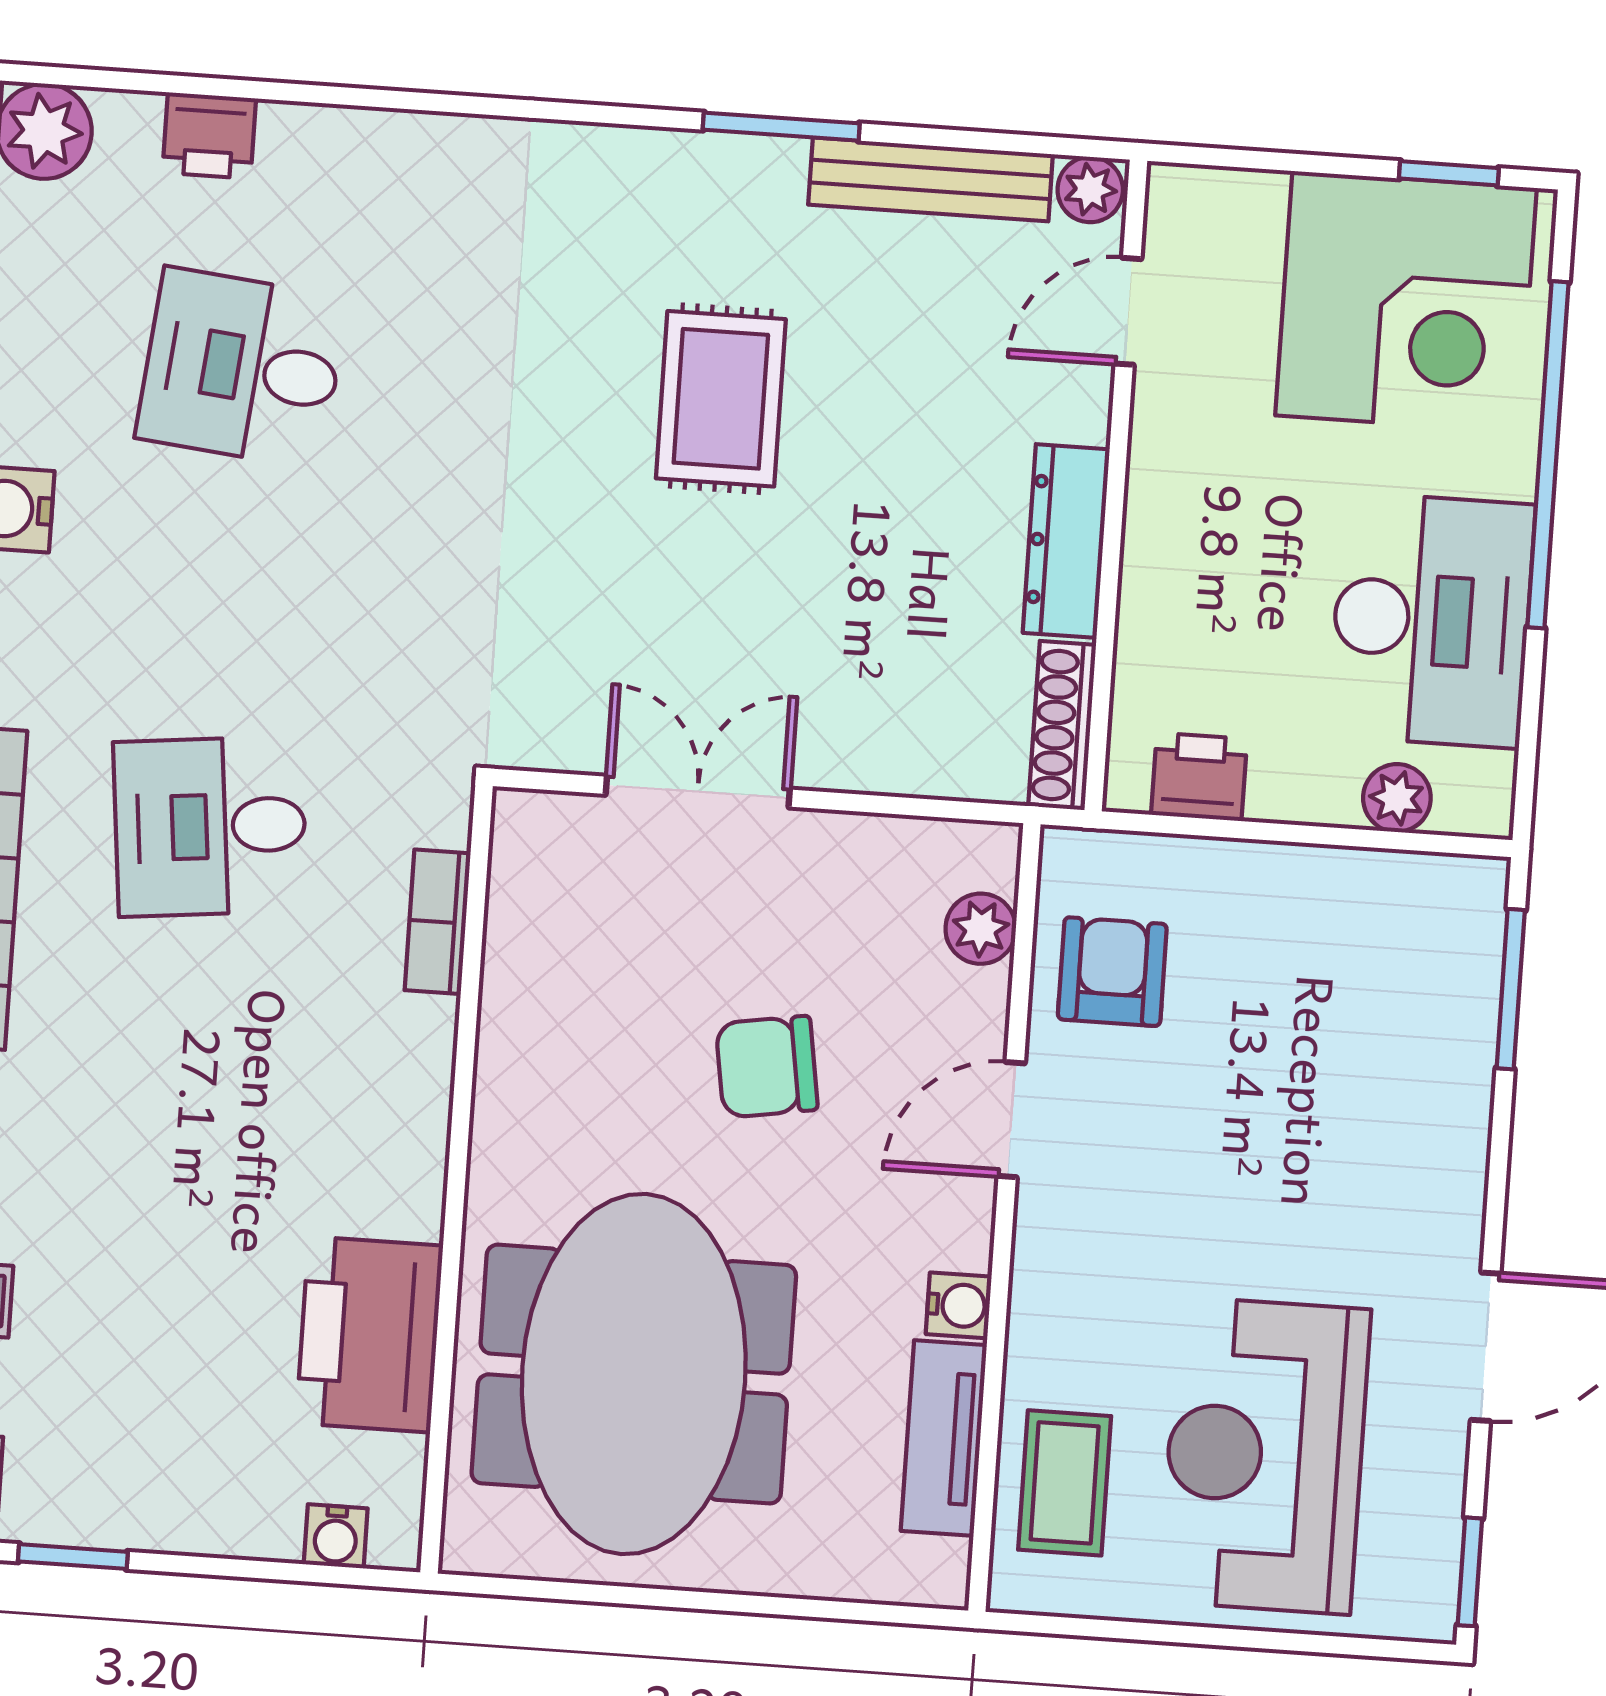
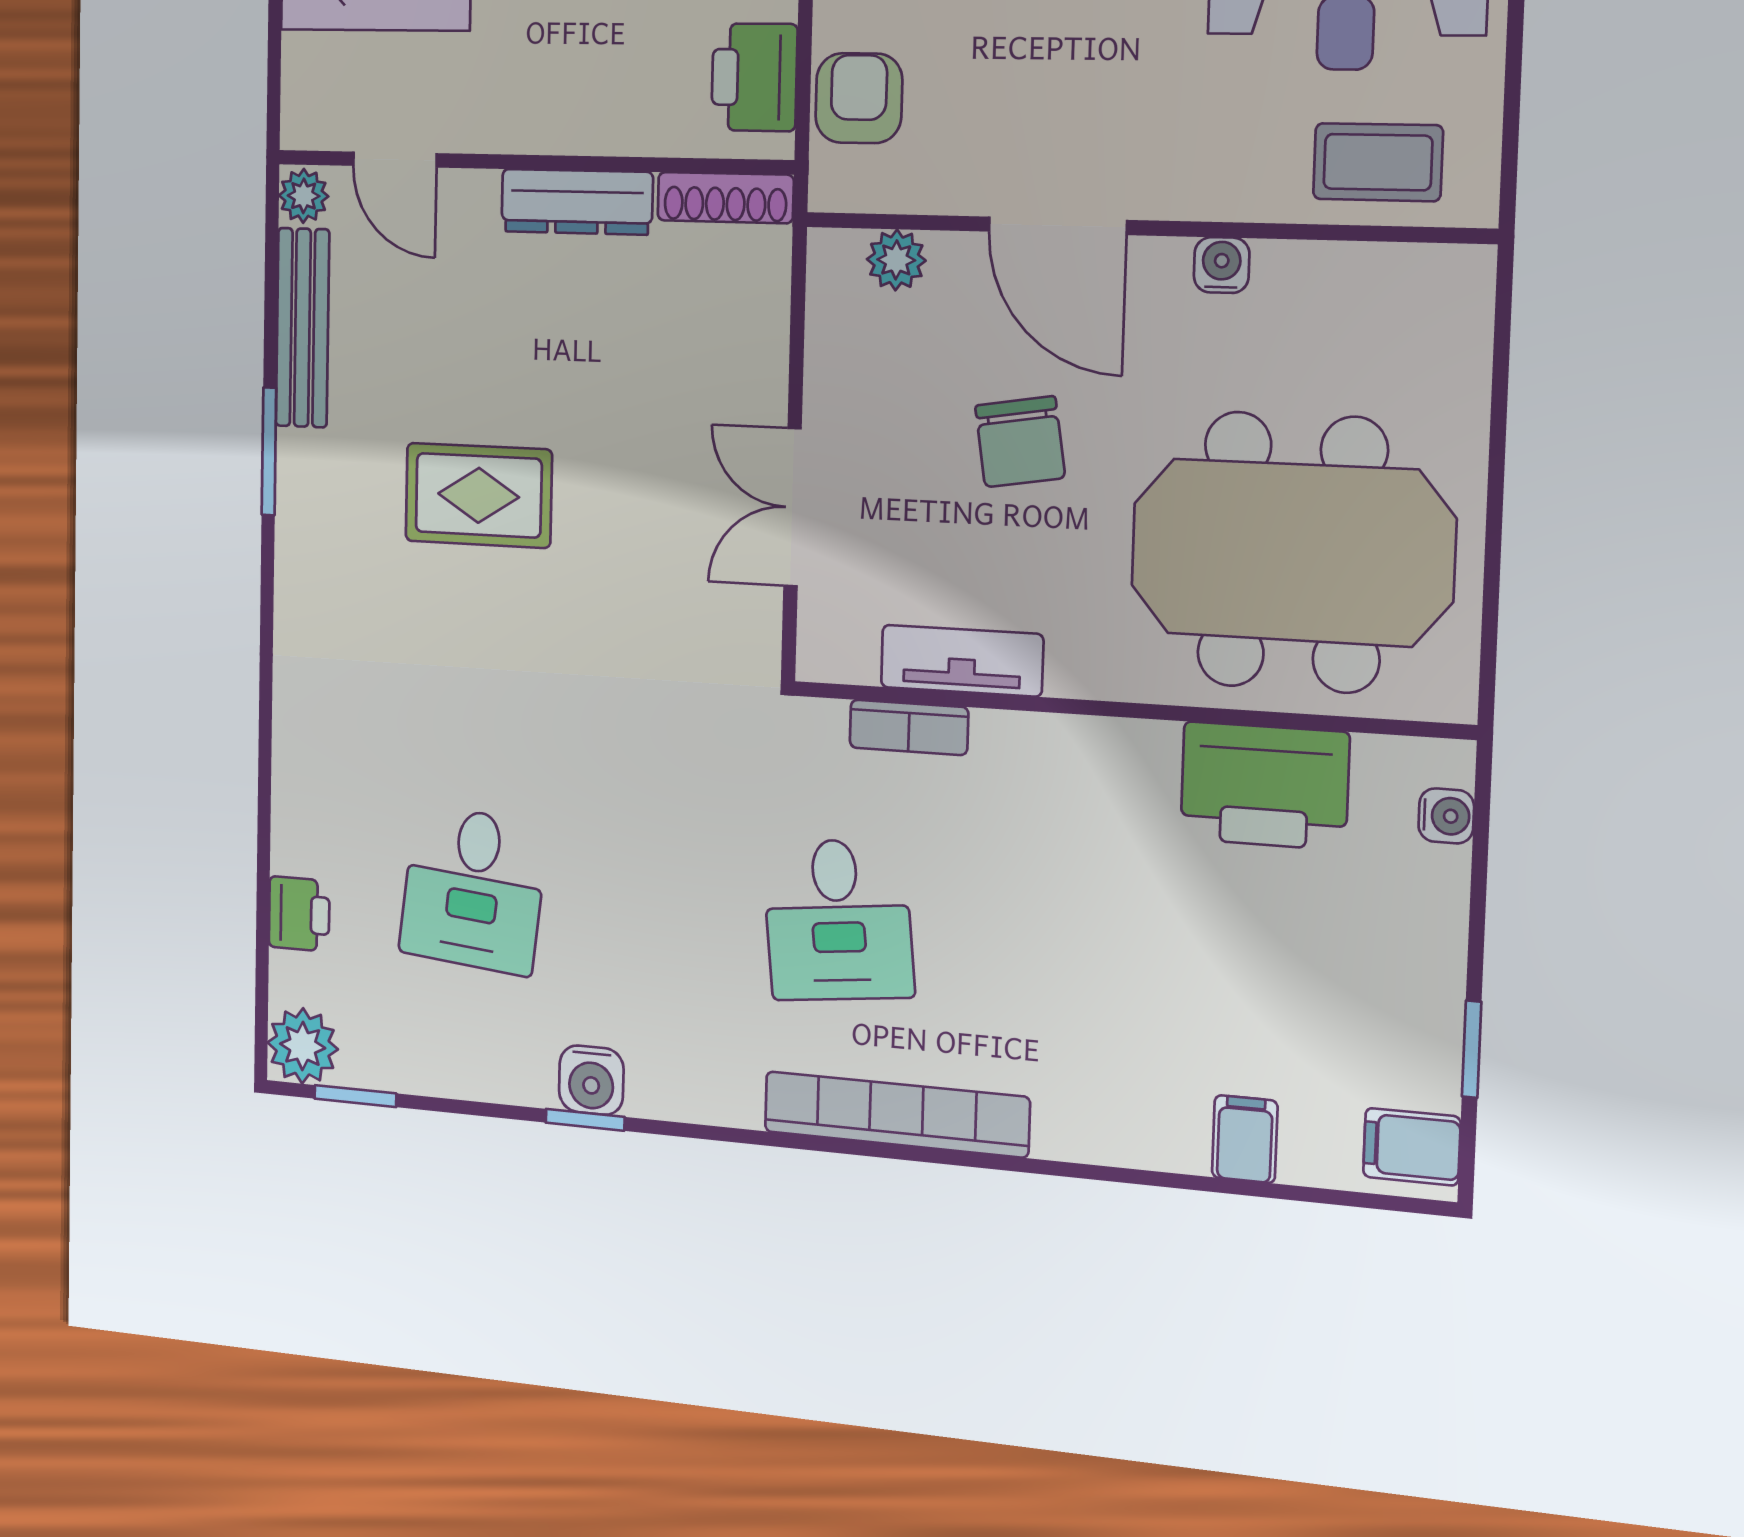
printer: (1199, 777) -> (754, 77), width x1.36, depth x1.24
armchair: (1112, 972) -> (859, 98), moved, turned 90
door: (1011, 1120) -> (1058, 226), width x1.38
tv unit: (944, 1438) -> (962, 661), moved, turned 180

